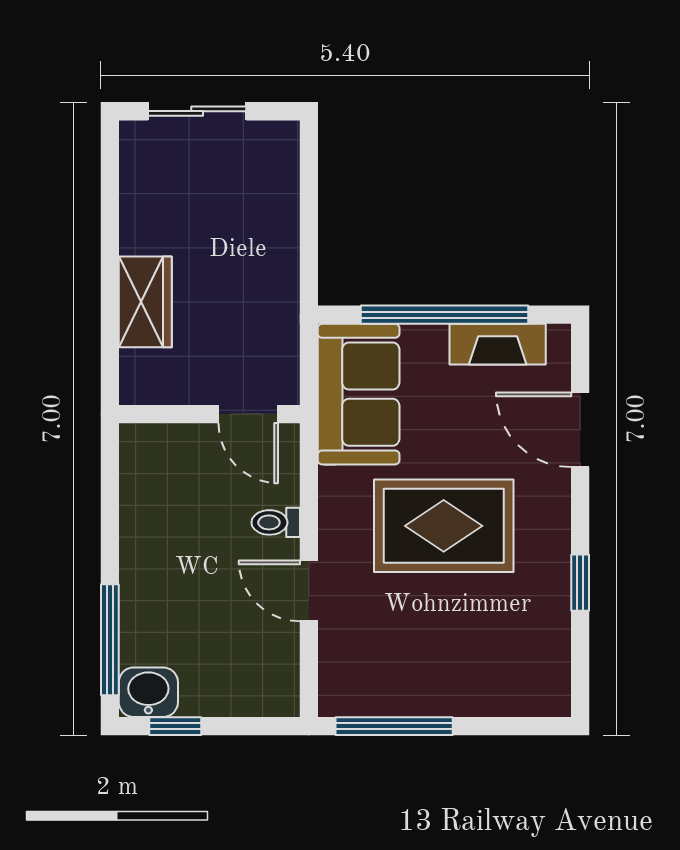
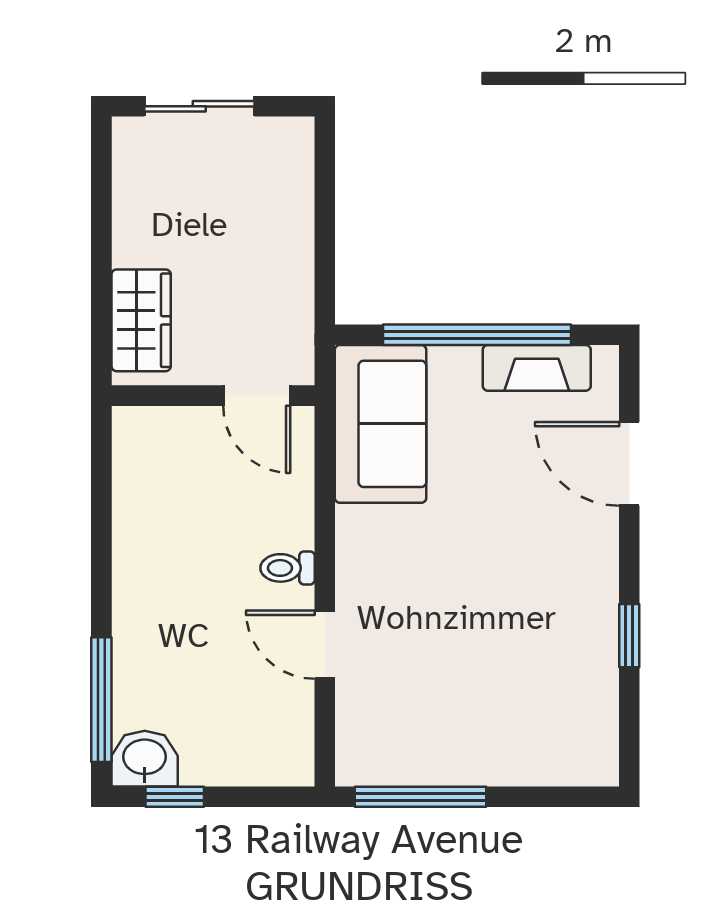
wall: (209, 414) -> (213, 396), moved
door: (248, 414) -> (257, 396), moved
rug: (444, 526) -> (476, 572), removed

